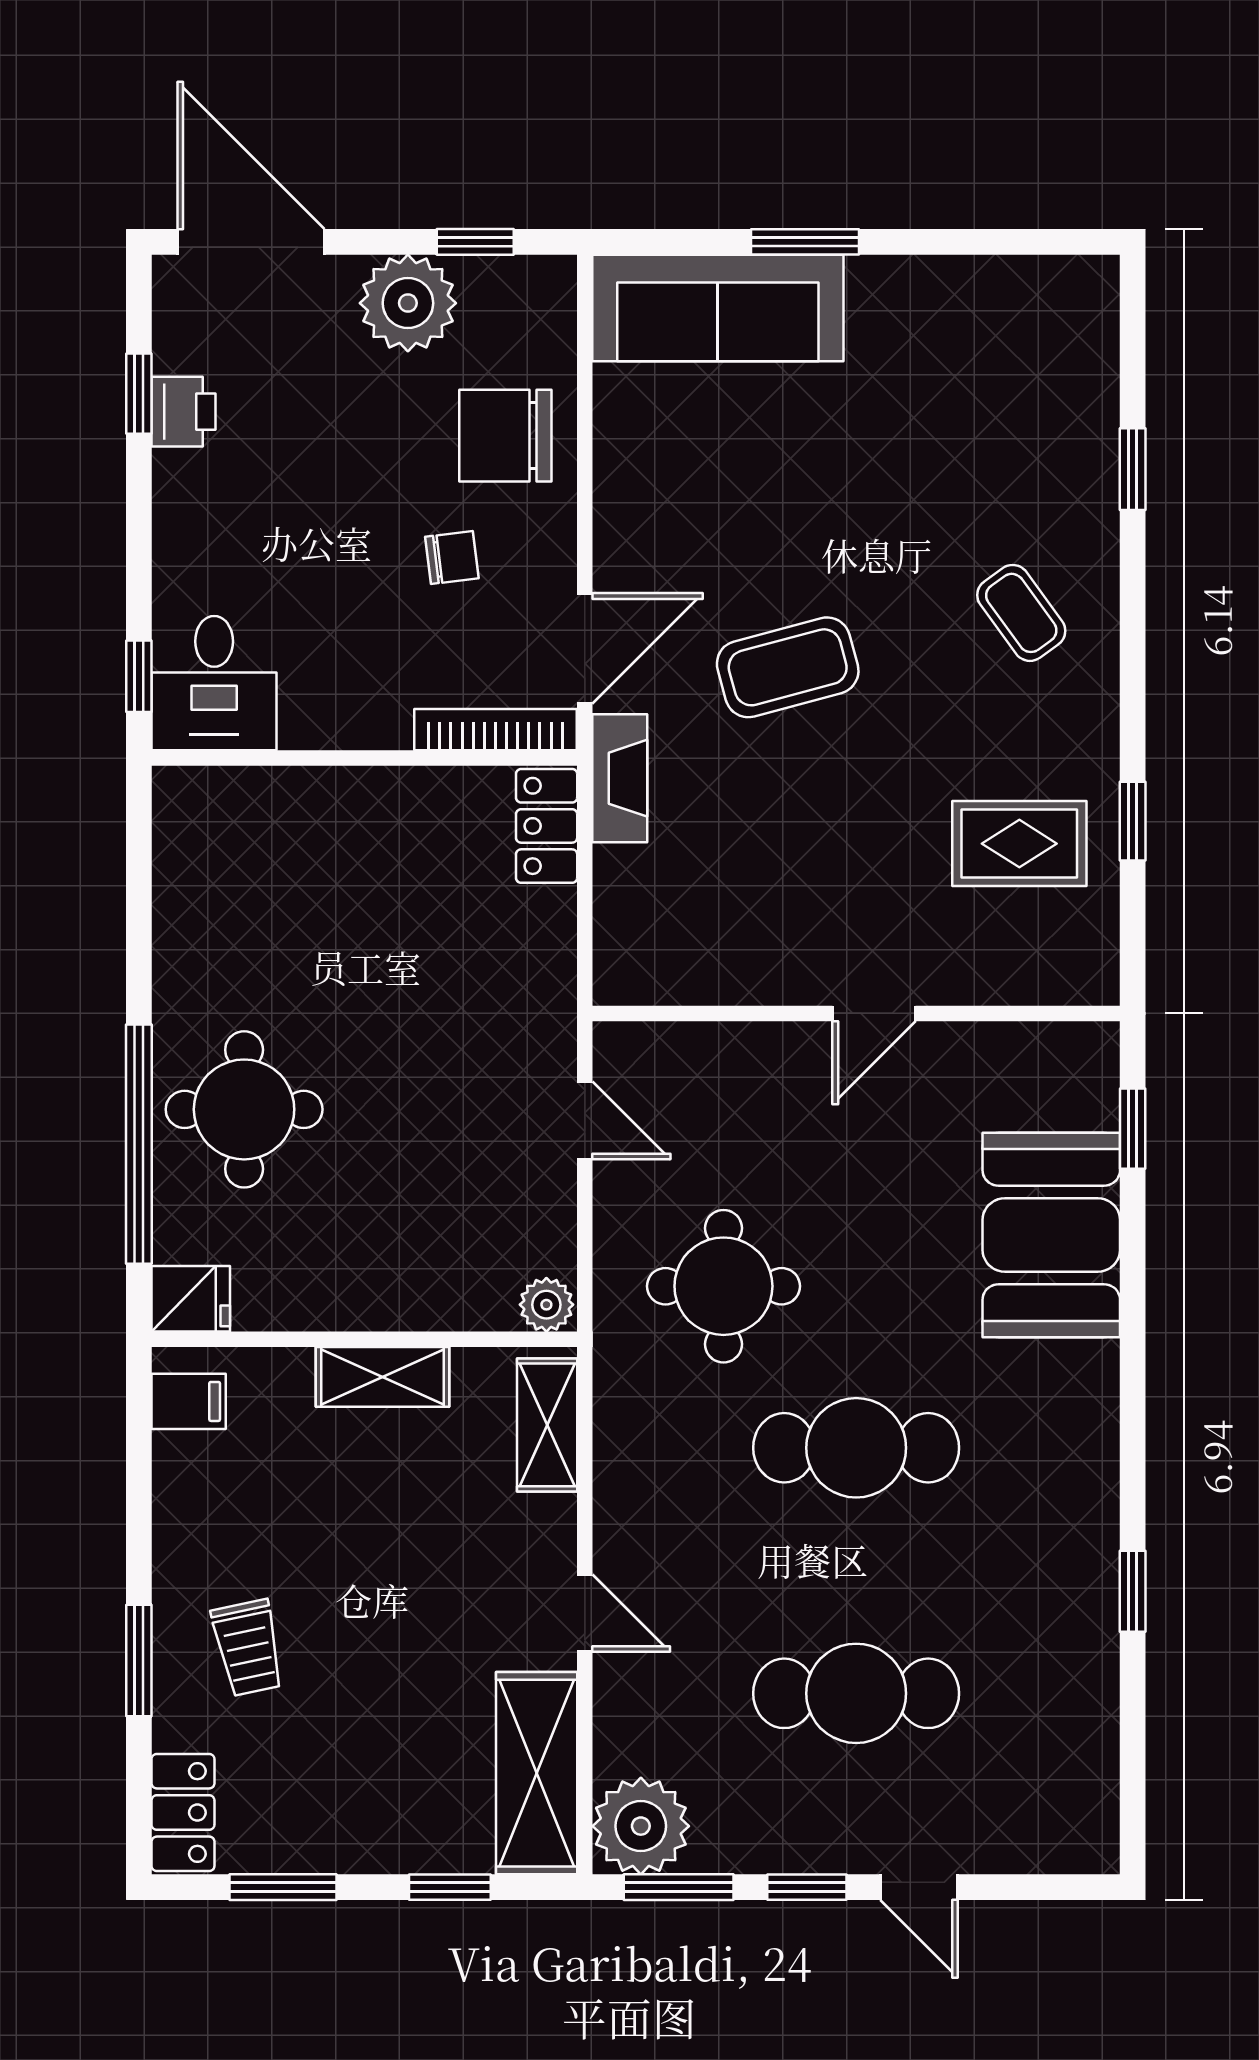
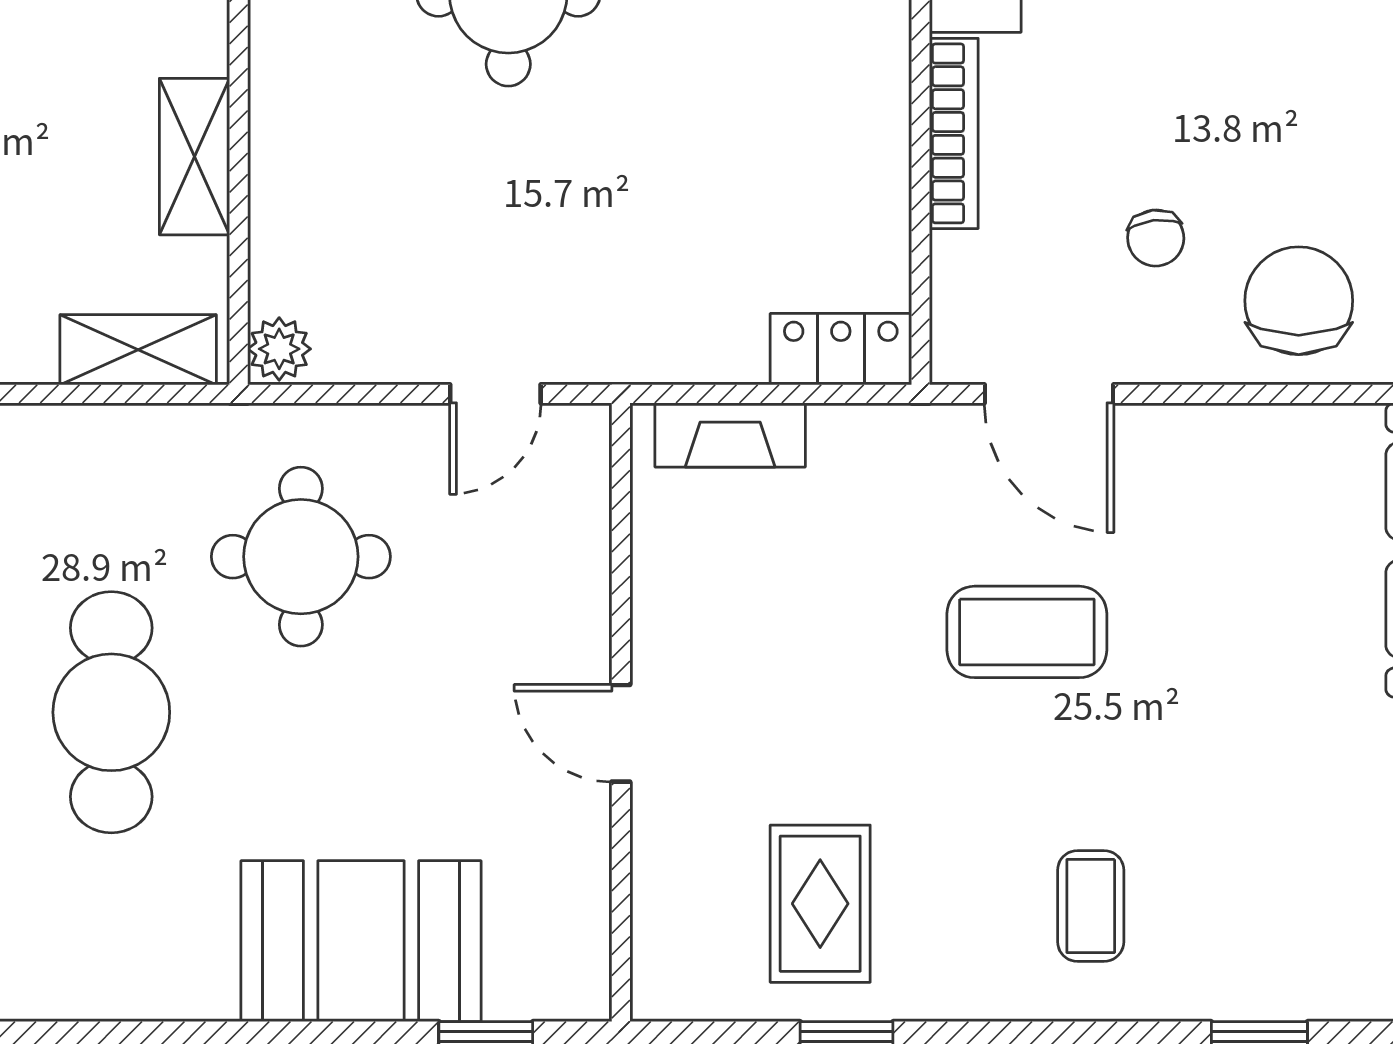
coffee table: (1021, 613) -> (1091, 906), turned -54
coffee table: (788, 667) -> (1027, 632), turned -75
bookcase: (495, 730) -> (954, 133), moved
fireplace: (620, 778) -> (730, 435), moved

